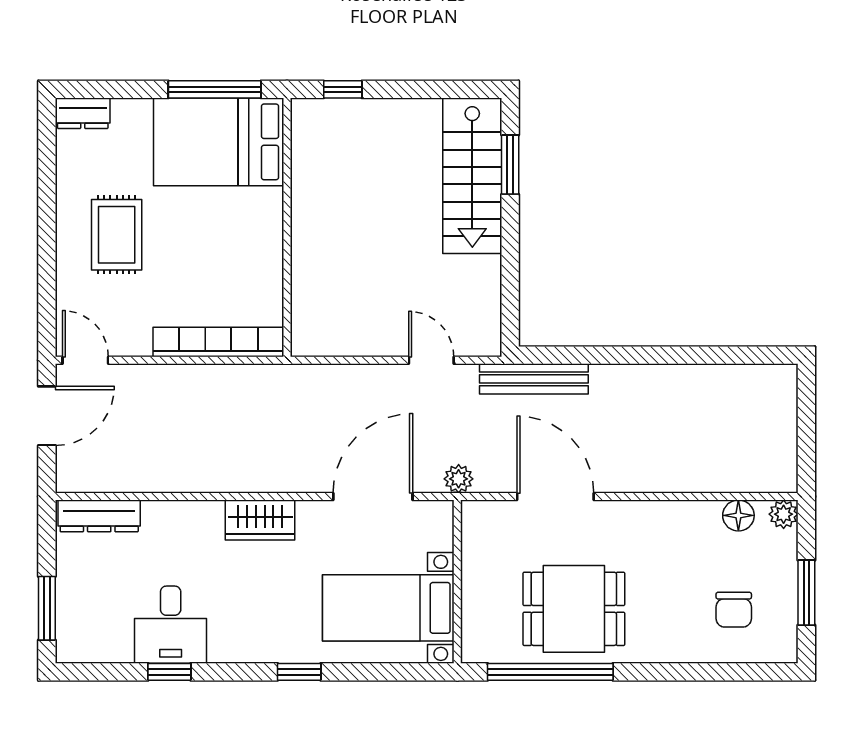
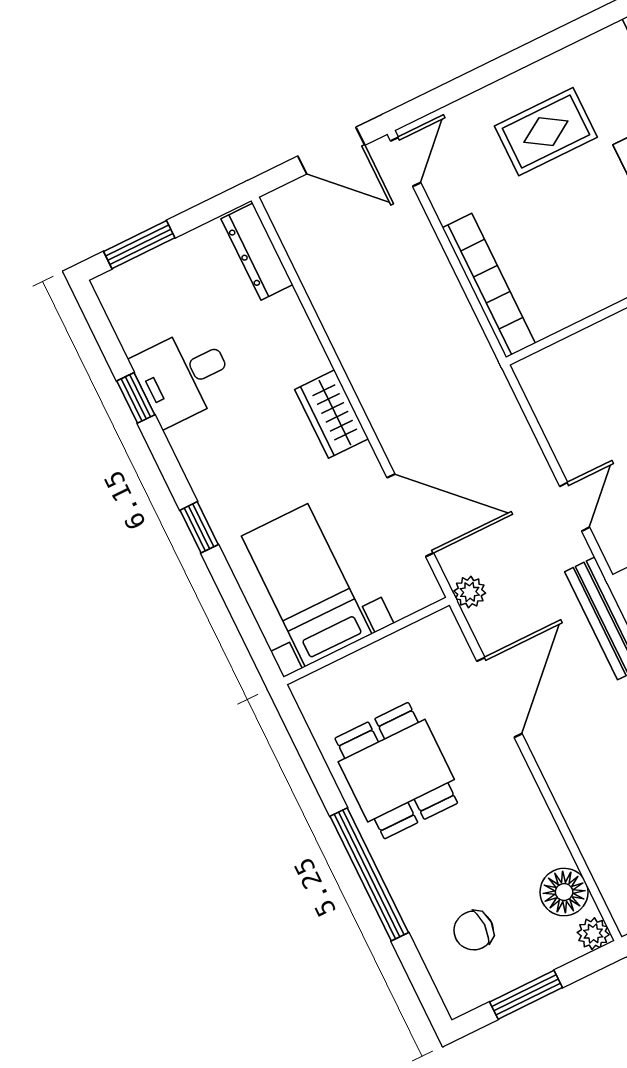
floor lamp: (738, 515) -> (564, 892), width x1.38, depth x1.38
window: (550, 672) -> (369, 874), moved

